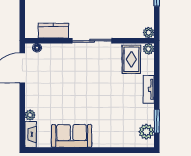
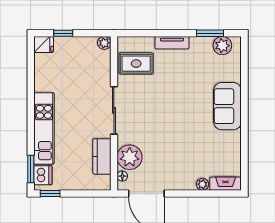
plant: (149, 49) -> (130, 157), moved, width x1.87, depth x1.87
sofa: (72, 136) -> (227, 106), moved

